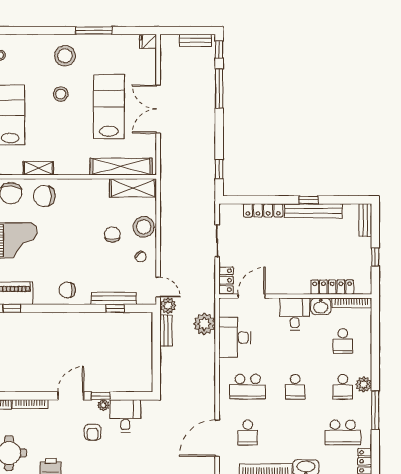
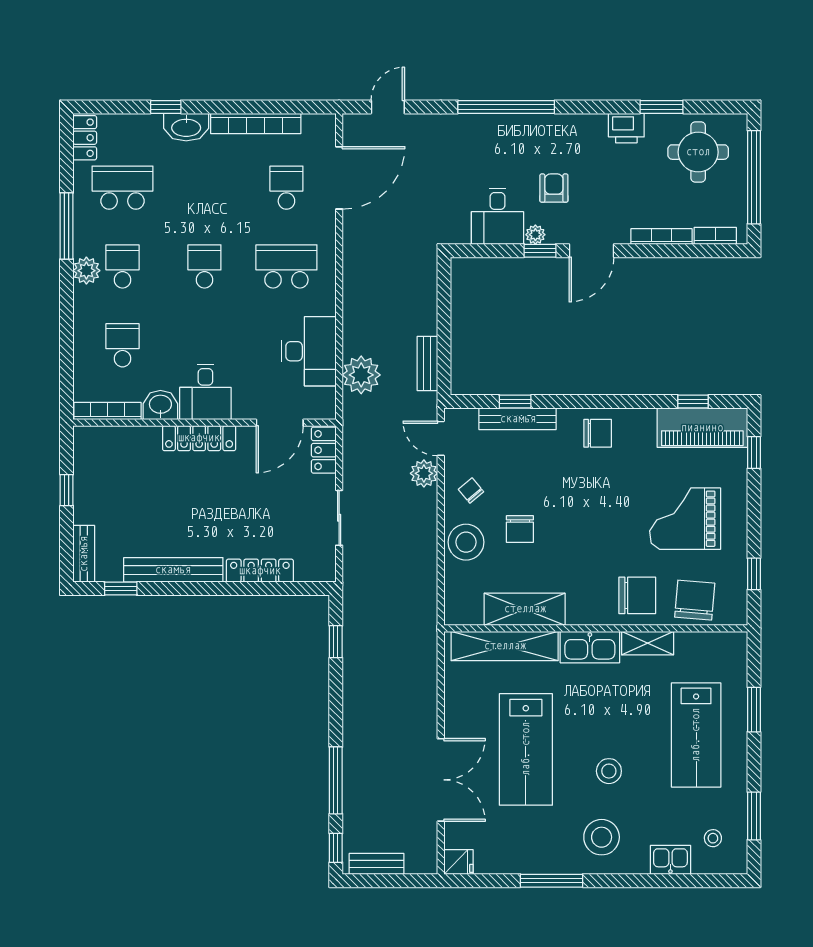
kitchen sink: (25, 43) -> (670, 860), added
double door: (158, 109) -> (441, 780), moved
kitchen sink: (72, 166) -> (590, 647), added
shelving: (133, 188) -> (525, 609), moved
window: (308, 200) -> (121, 589), moved
locker: (332, 287) -> (199, 438), moved
plant: (168, 306) -> (424, 473), moved

